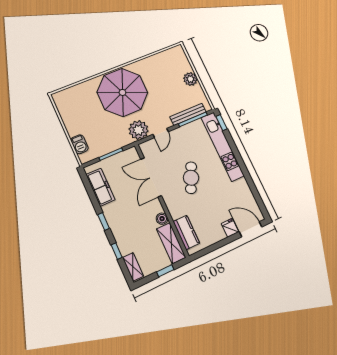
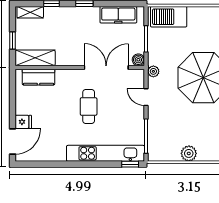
bench: (188, 114) -> (153, 134), removed
plant: (139, 130) -> (153, 71), width x0.53, depth x0.53
barbecue: (80, 144) -> (169, 17), width x1.88, depth x1.53
cafe table: (191, 178) -> (89, 106), turned 64
boiler: (162, 219) -> (138, 60), moved

